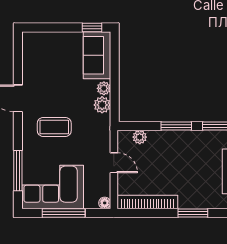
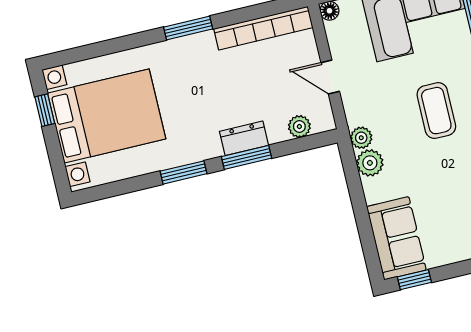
plant: (104, 88) -> (361, 138), moved
coffee table: (54, 127) -> (436, 111), turned 90
dresser: (175, 138) -> (244, 138), added

